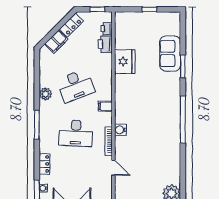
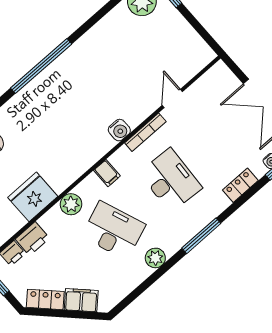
plant: (106, 76) -> (71, 204), added

